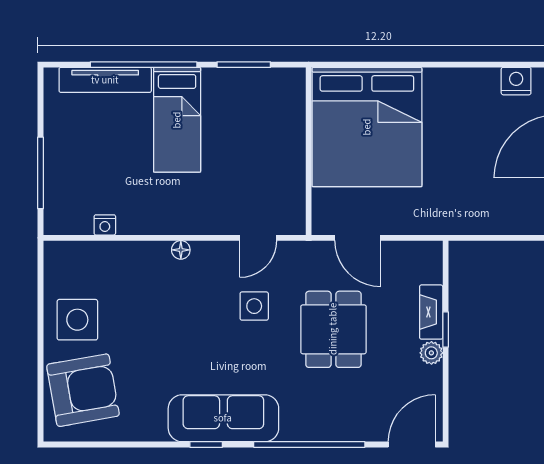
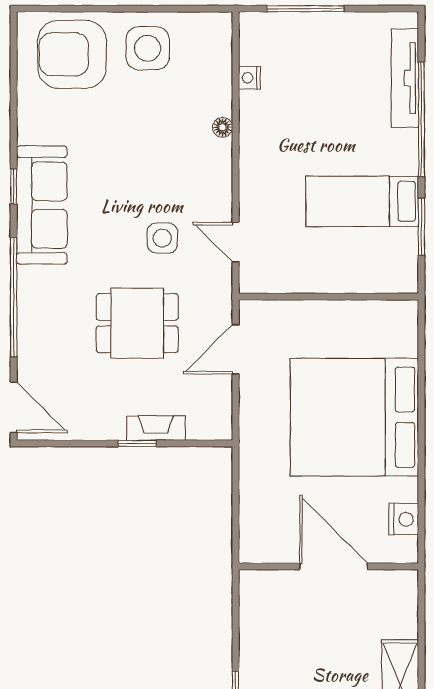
bed: (177, 120) -> (362, 201), moved
bed: (367, 127) -> (354, 417), moved
floor lamp: (181, 250) -> (223, 127), moved
plant: (431, 353) -> (112, 428), removed
armchair: (83, 390) -> (72, 54), turned 100

